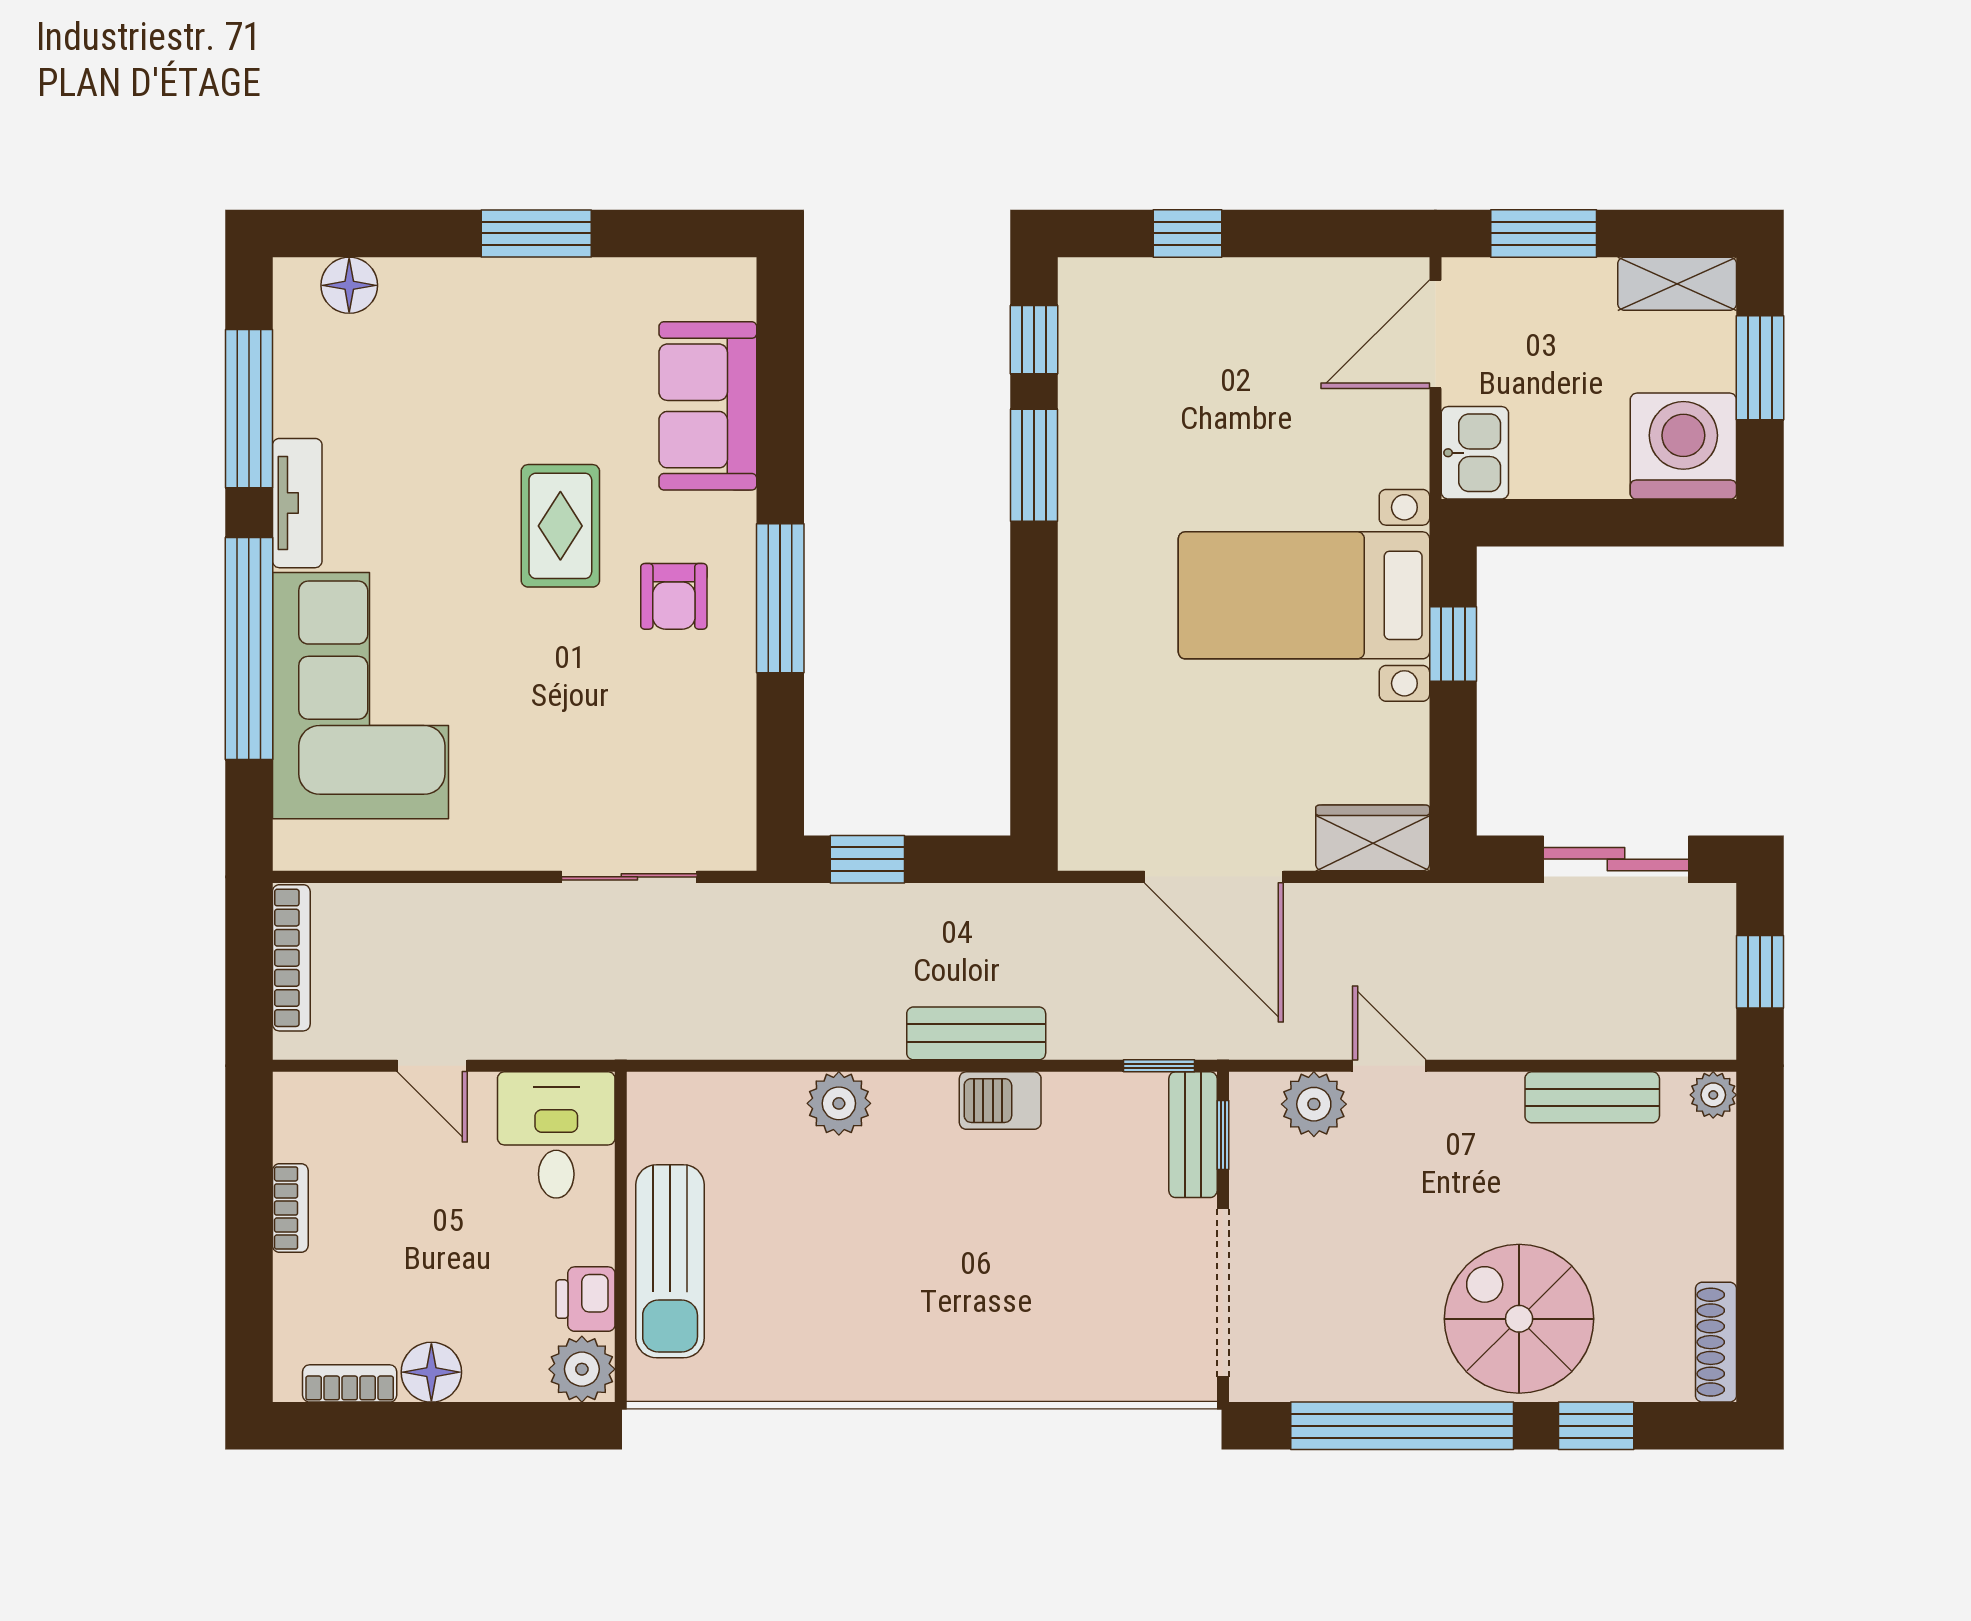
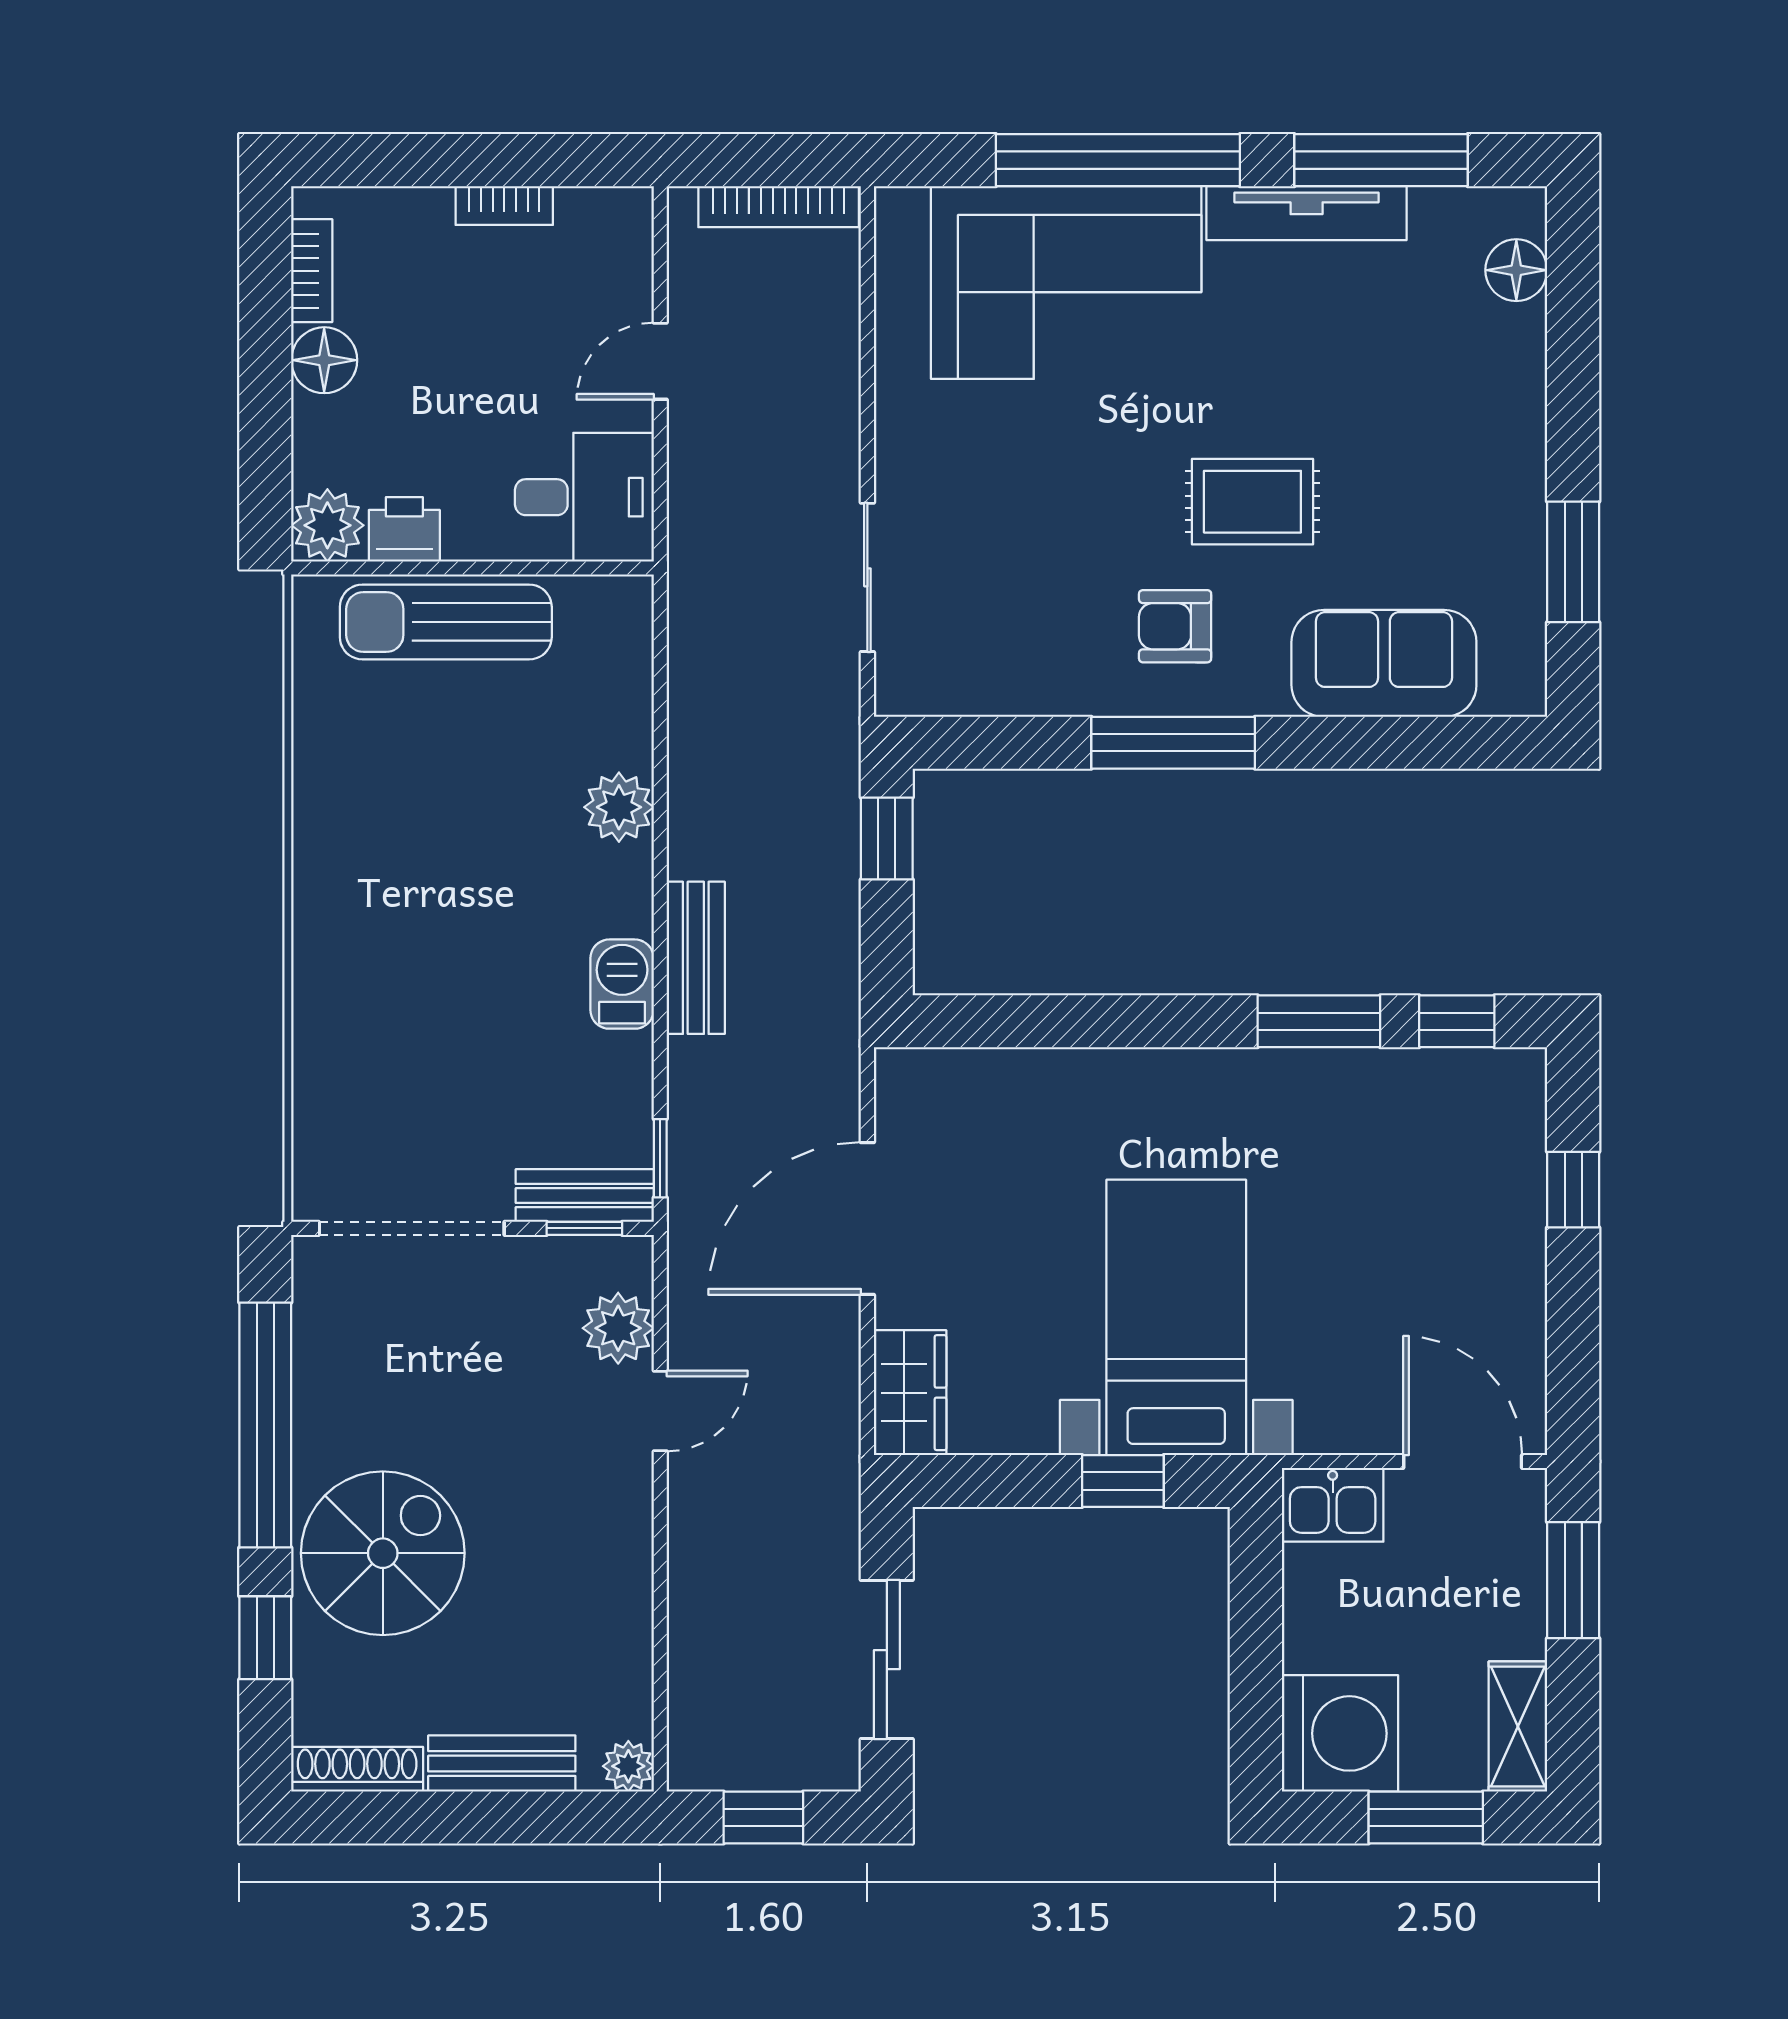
window: (536, 233) -> (1573, 562), moved
tv unit: (297, 503) -> (1307, 213), width x1.41
bench: (1592, 1097) -> (502, 1764), moved, turned 90

